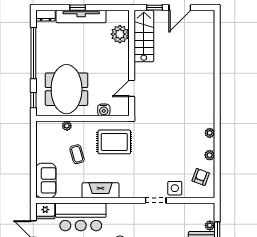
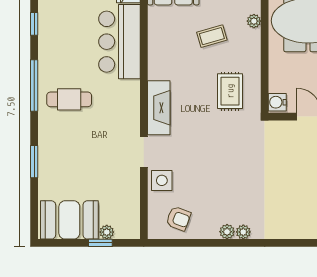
water cooler: (104, 110) -> (277, 102), moved
rug: (114, 142) -> (230, 91), width x0.73, depth x0.70
plant: (210, 155) -> (227, 232), moved
fireplace: (100, 190) -> (159, 108), moved

